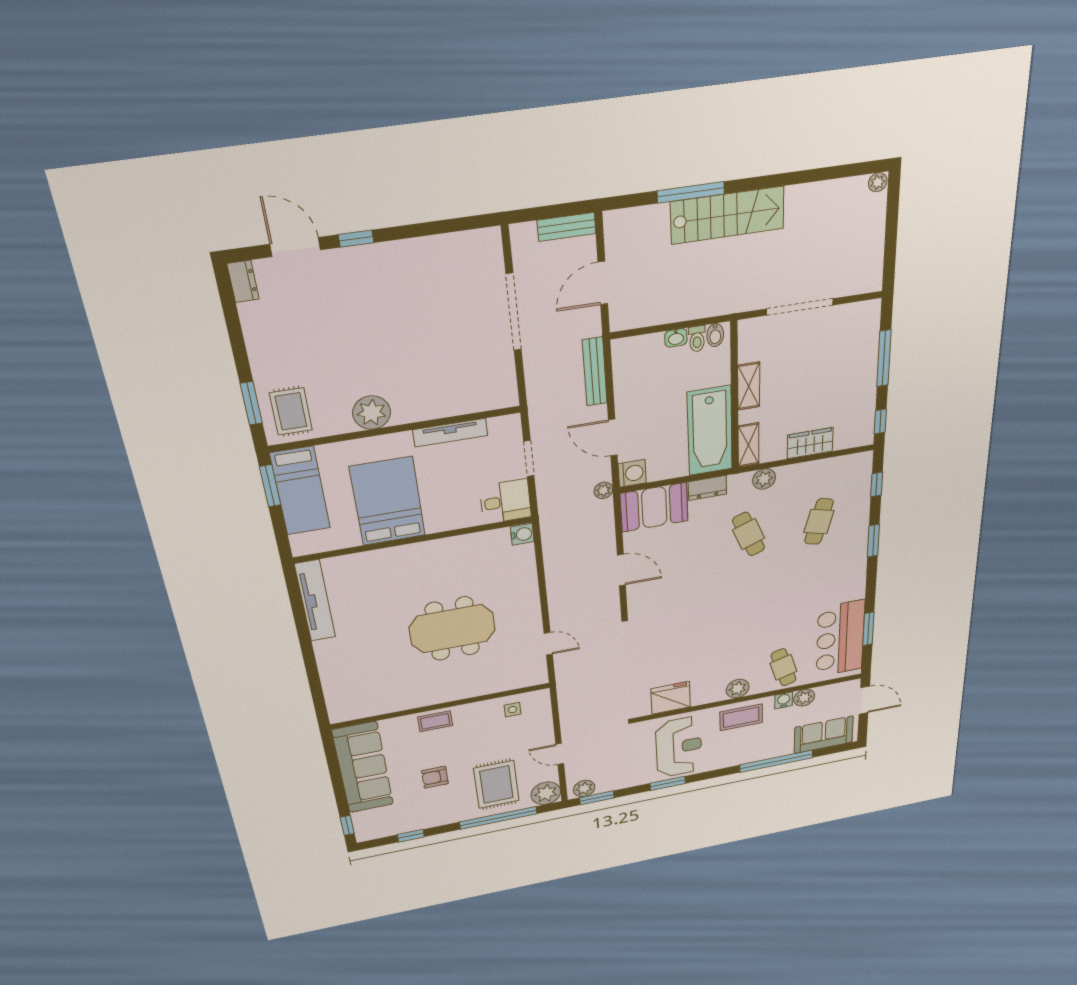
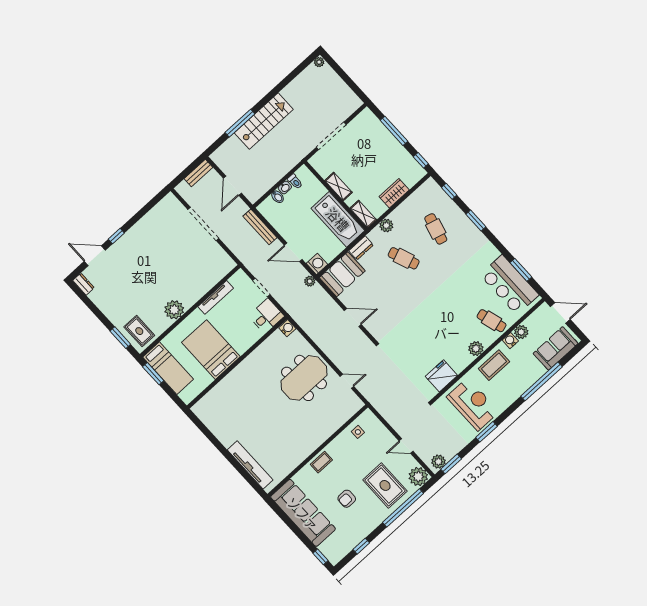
bidet: (715, 335) -> (278, 197), moved
tv unit: (315, 601) -> (250, 465), moved
meeting table: (452, 629) -> (304, 378), moved

